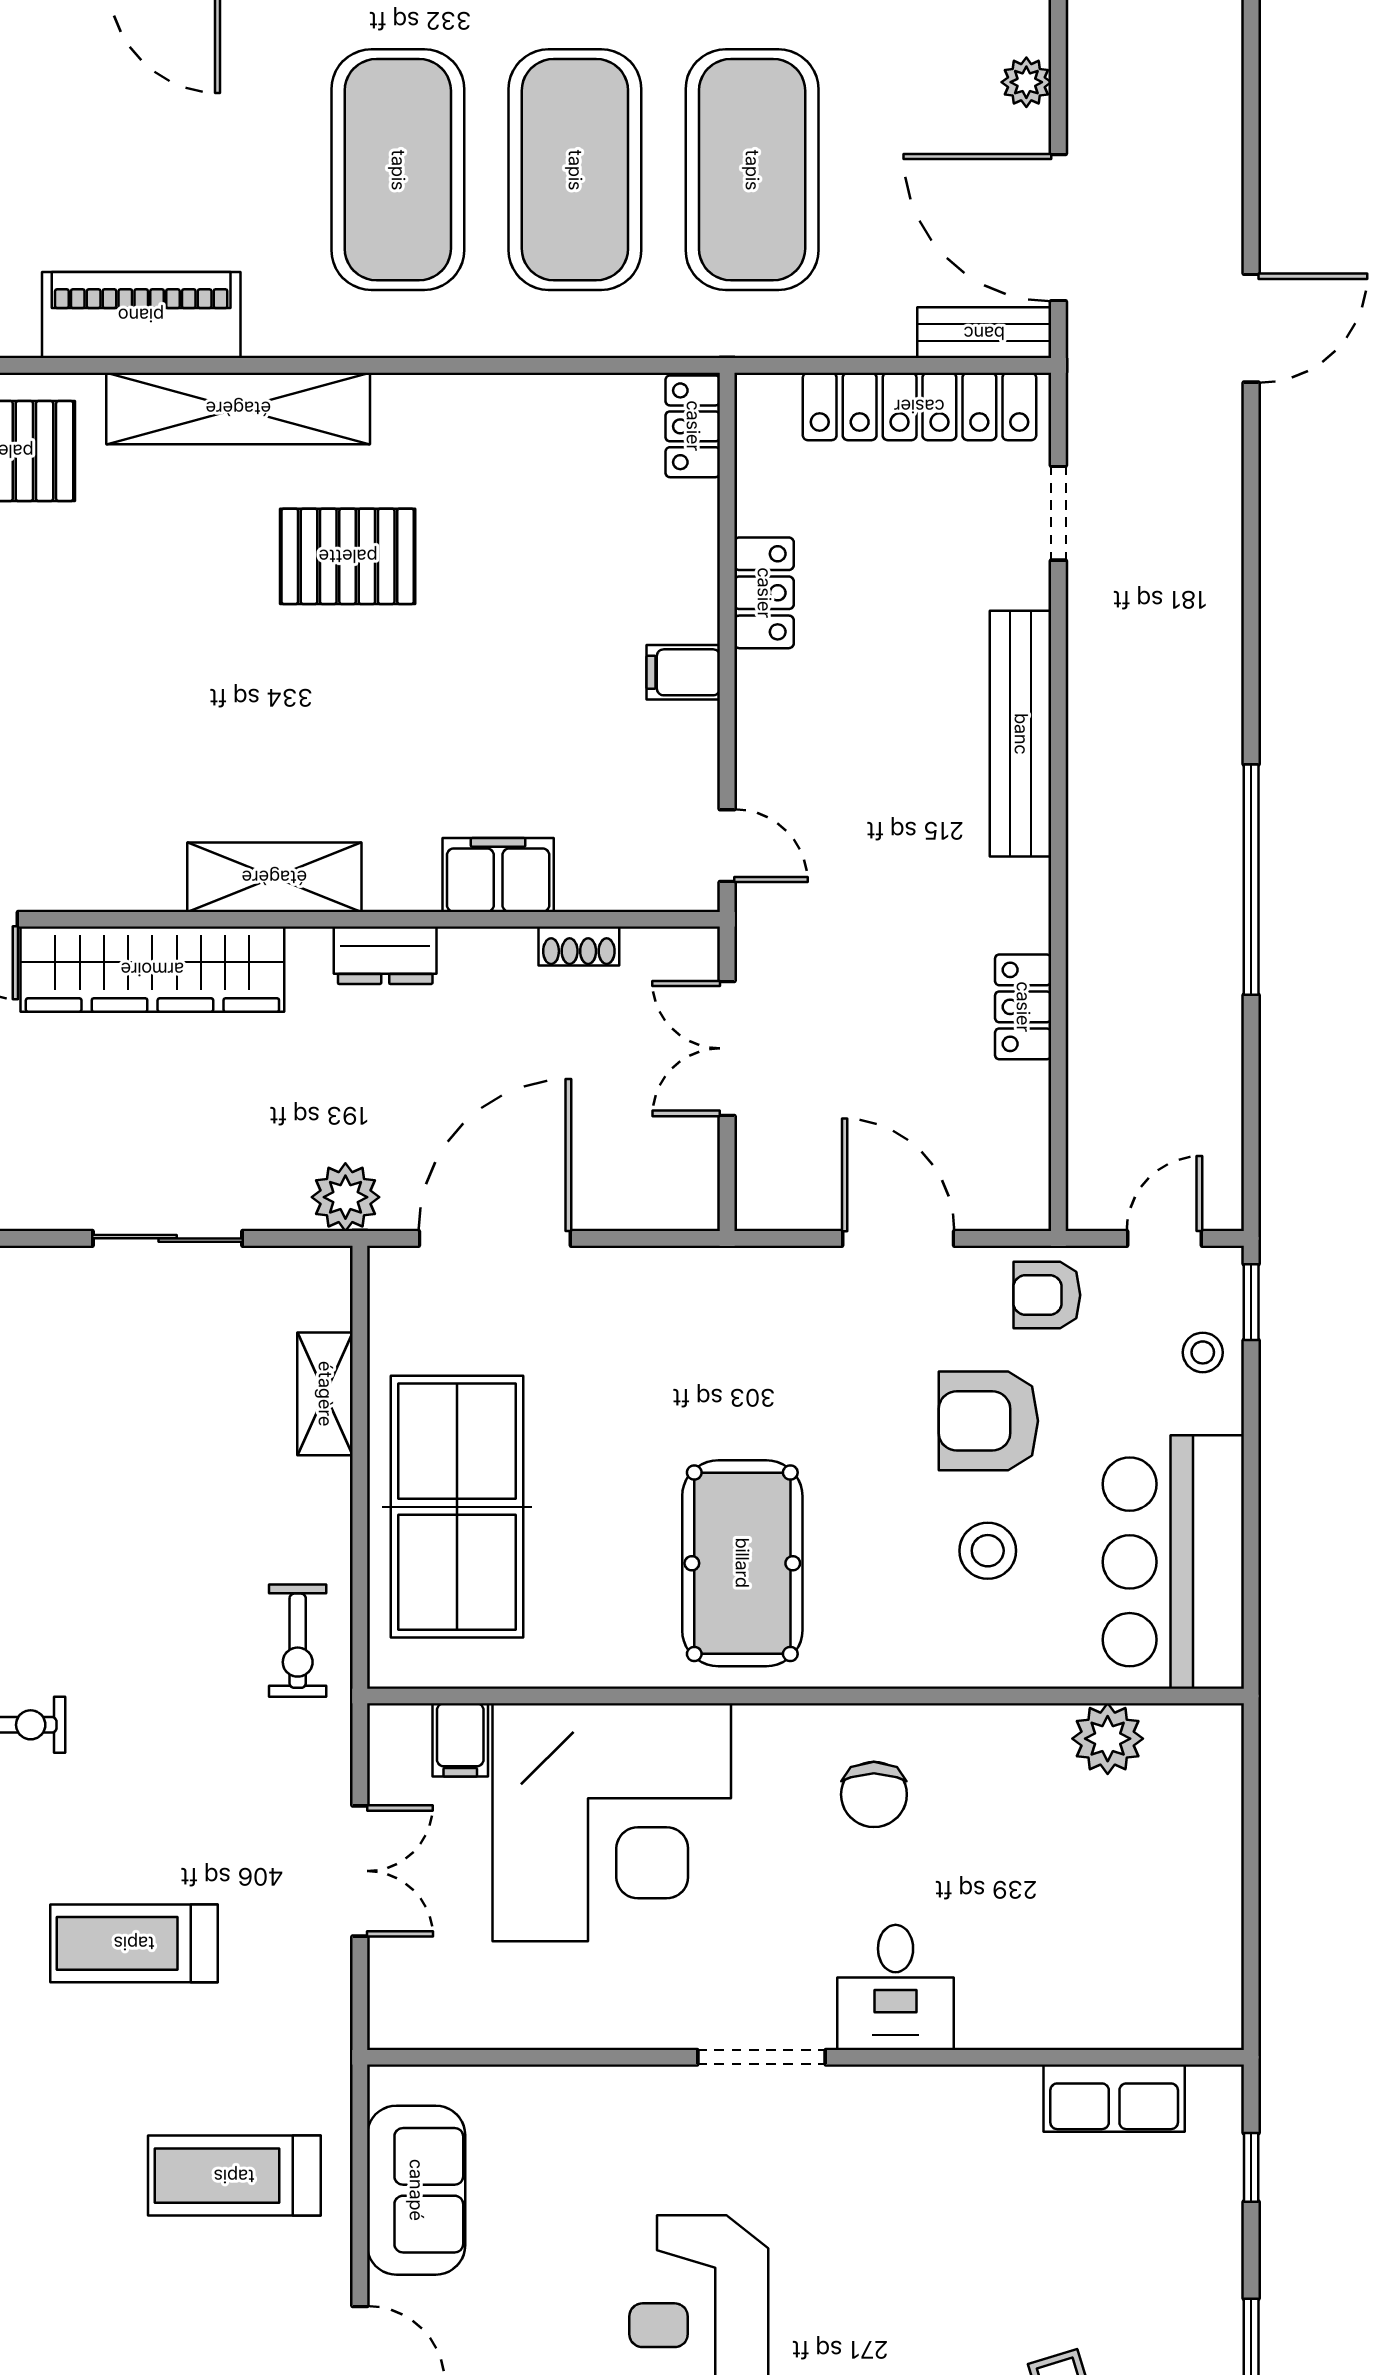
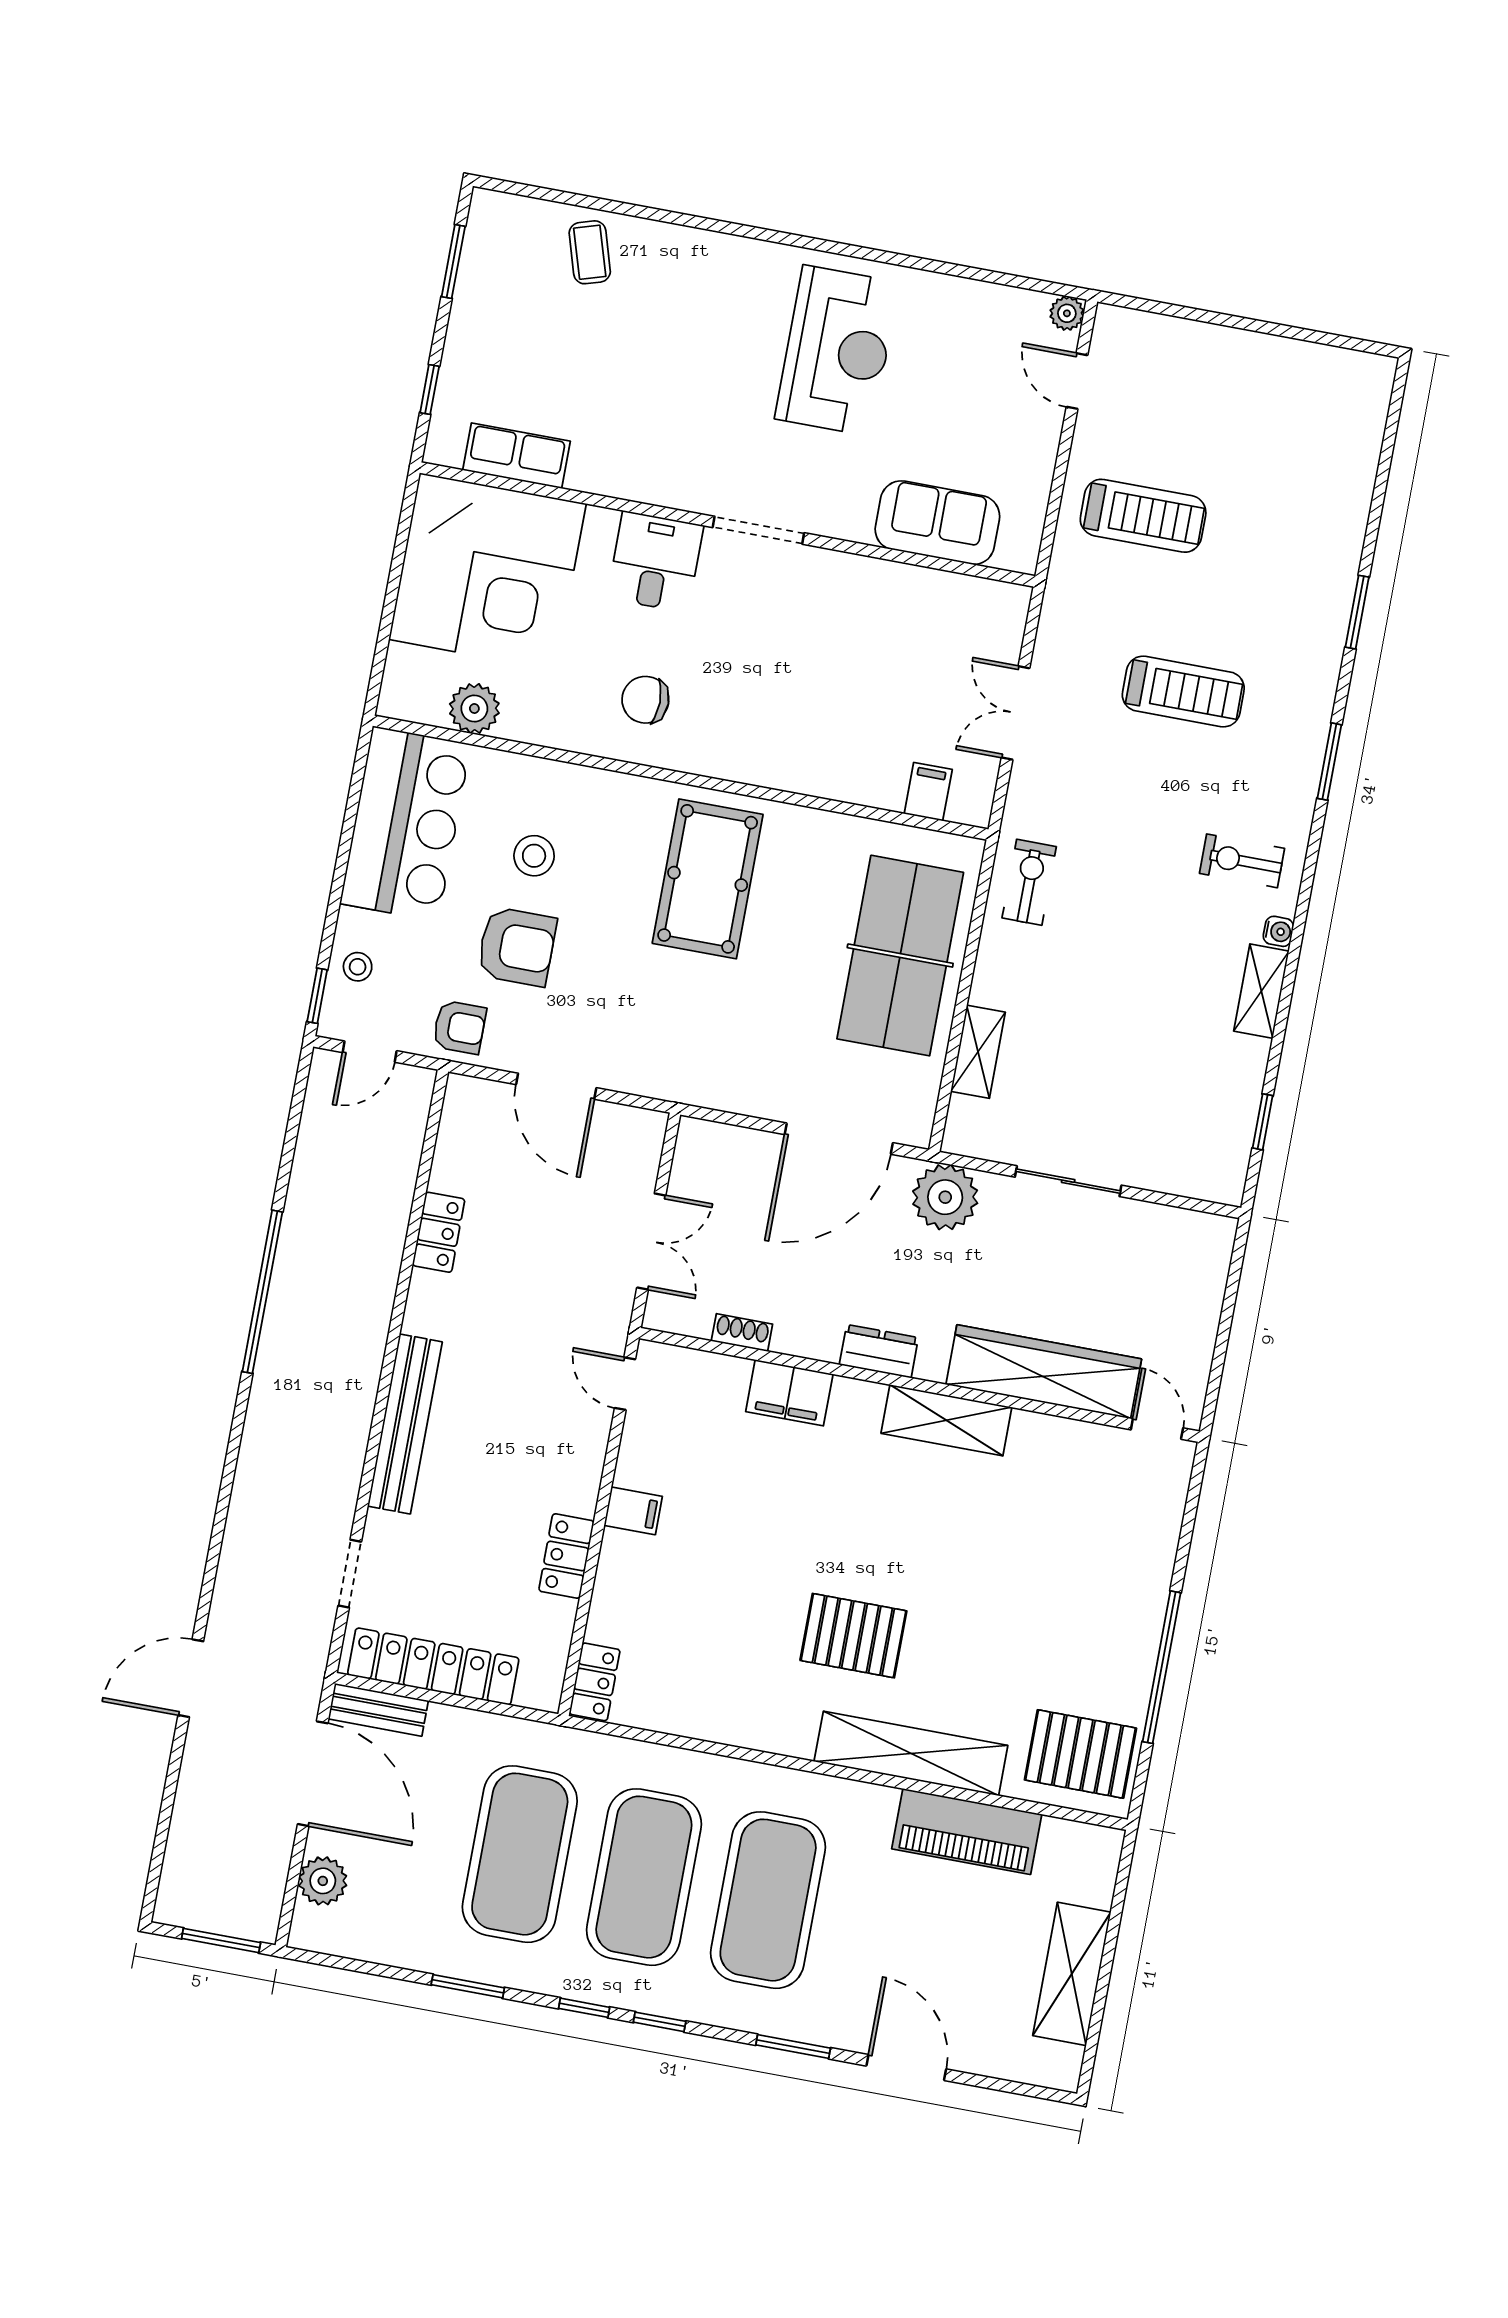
plant: (1026, 82) -> (323, 1881), width x1.38, depth x1.38
plant: (345, 1197) -> (945, 1197), width x1.36, depth x1.36
chair: (874, 1794) -> (645, 700), turned -90
corner desk: (612, 1822) -> (487, 572), moved, turned 180
sofa: (416, 2190) -> (937, 523), moved, turned 90

